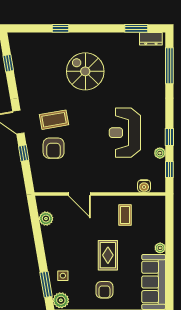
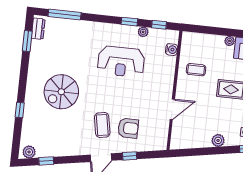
plant: (16, 43) -> (29, 152), added
plant: (46, 219) -> (218, 140), moved

